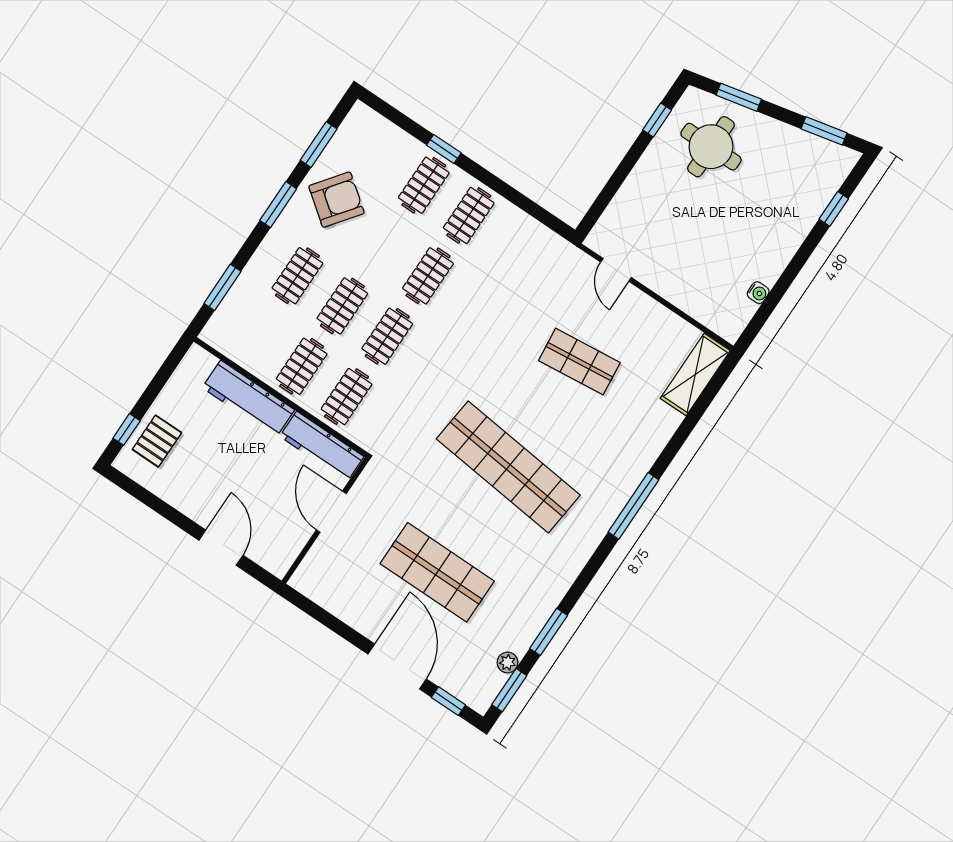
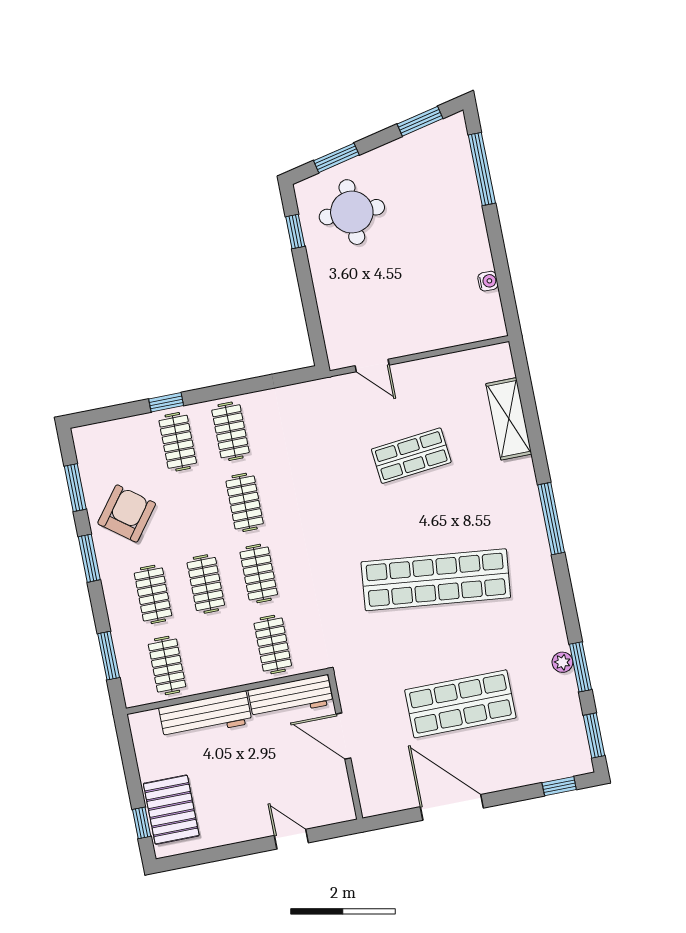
window: (834, 209) -> (482, 169), width x2.17
clothes rail: (302, 366) -> (167, 665), moved
shelving: (695, 374) -> (509, 419), moved
pallet: (157, 441) -> (171, 810), width x1.50, depth x1.42
door: (221, 548) -> (291, 839), width x0.73
plant: (508, 662) -> (562, 662), moved
door: (397, 666) -> (452, 807), moved

